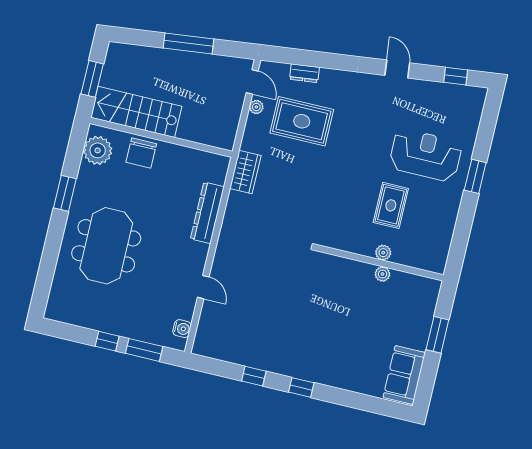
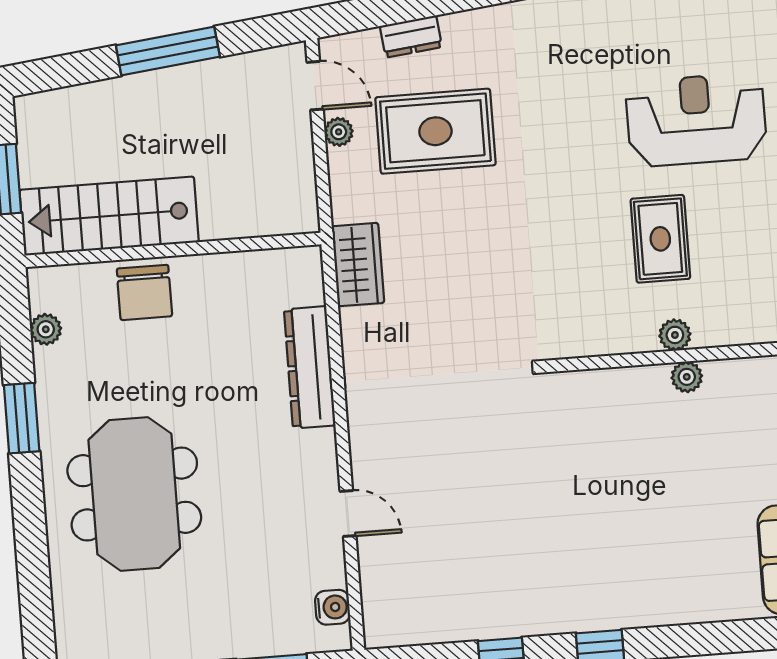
plant: (98, 150) -> (46, 329), width x0.53, depth x0.53

